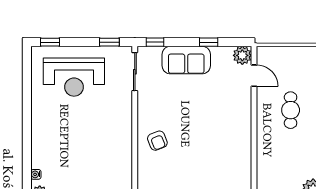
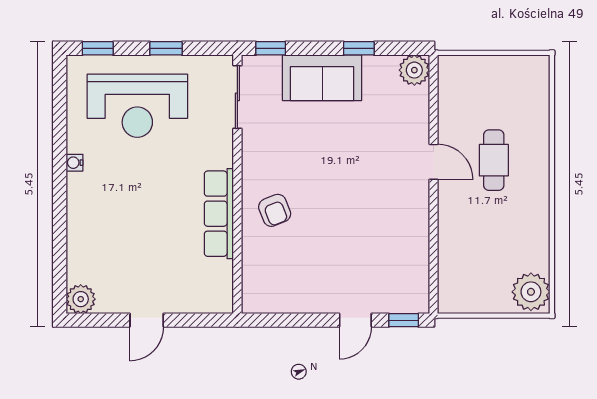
window: (109, 42) -> (166, 48), moved
door: (254, 76) -> (434, 162), moved
row of seats: (124, 143) -> (219, 214), added
water cooler: (36, 174) -> (75, 163), moved

